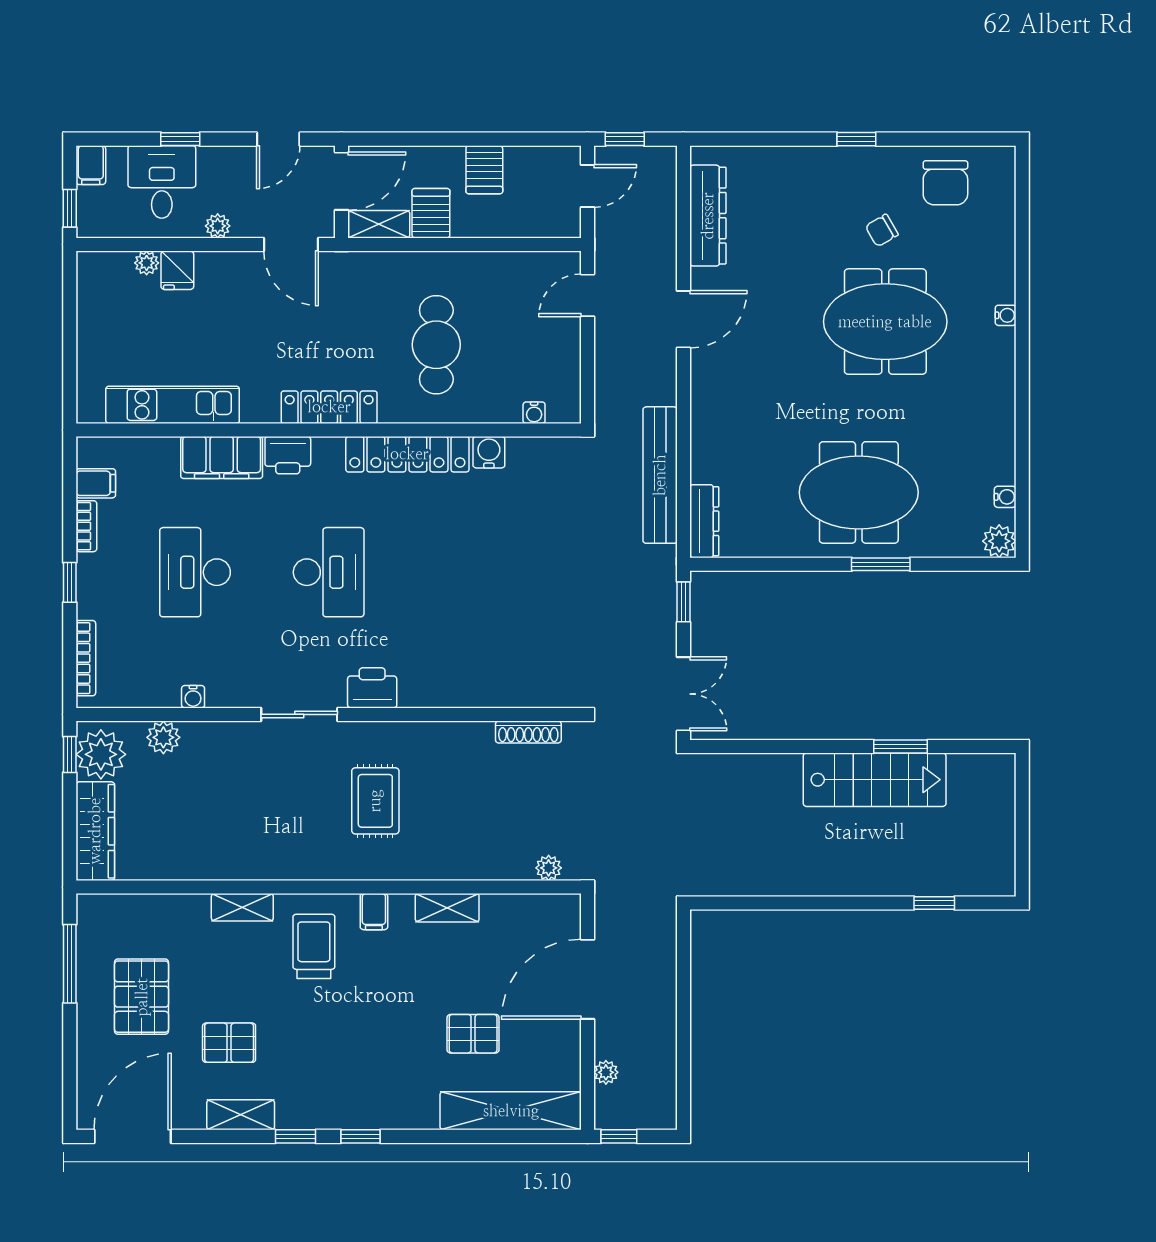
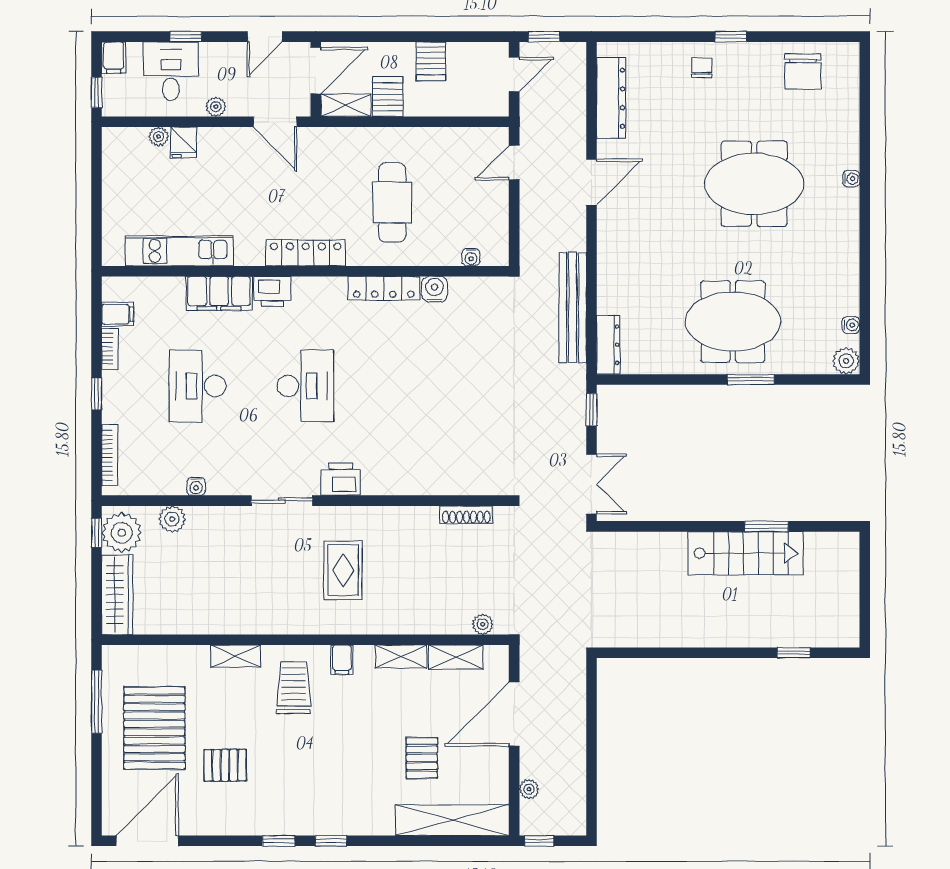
chair: (882, 230) -> (702, 68), moved, turned 120
locker: (407, 454) -> (384, 288), width x0.71, depth x0.83
pallet: (142, 997) -> (154, 728), width x1.37, depth x1.41
pallet: (473, 1034) -> (422, 758), turned 90
shelving: (241, 1115) -> (456, 657), moved

